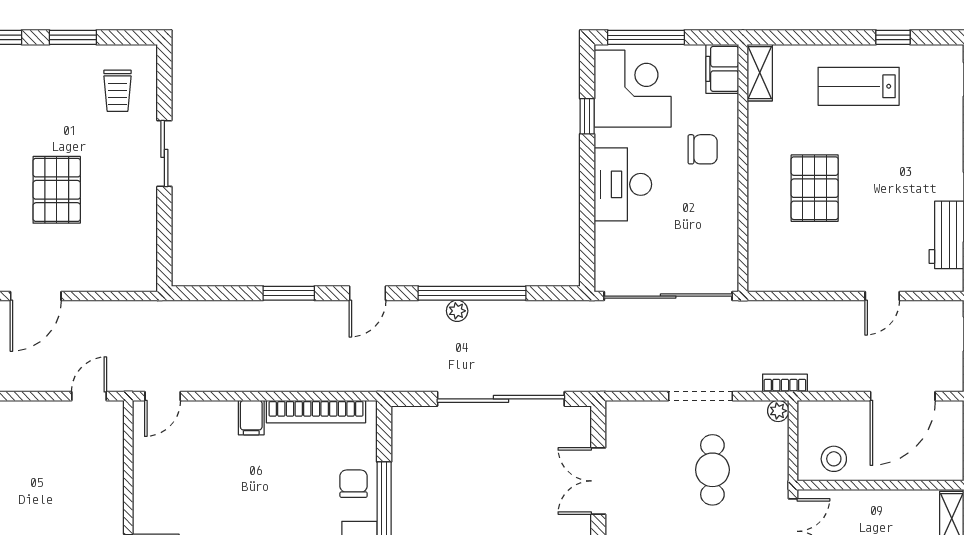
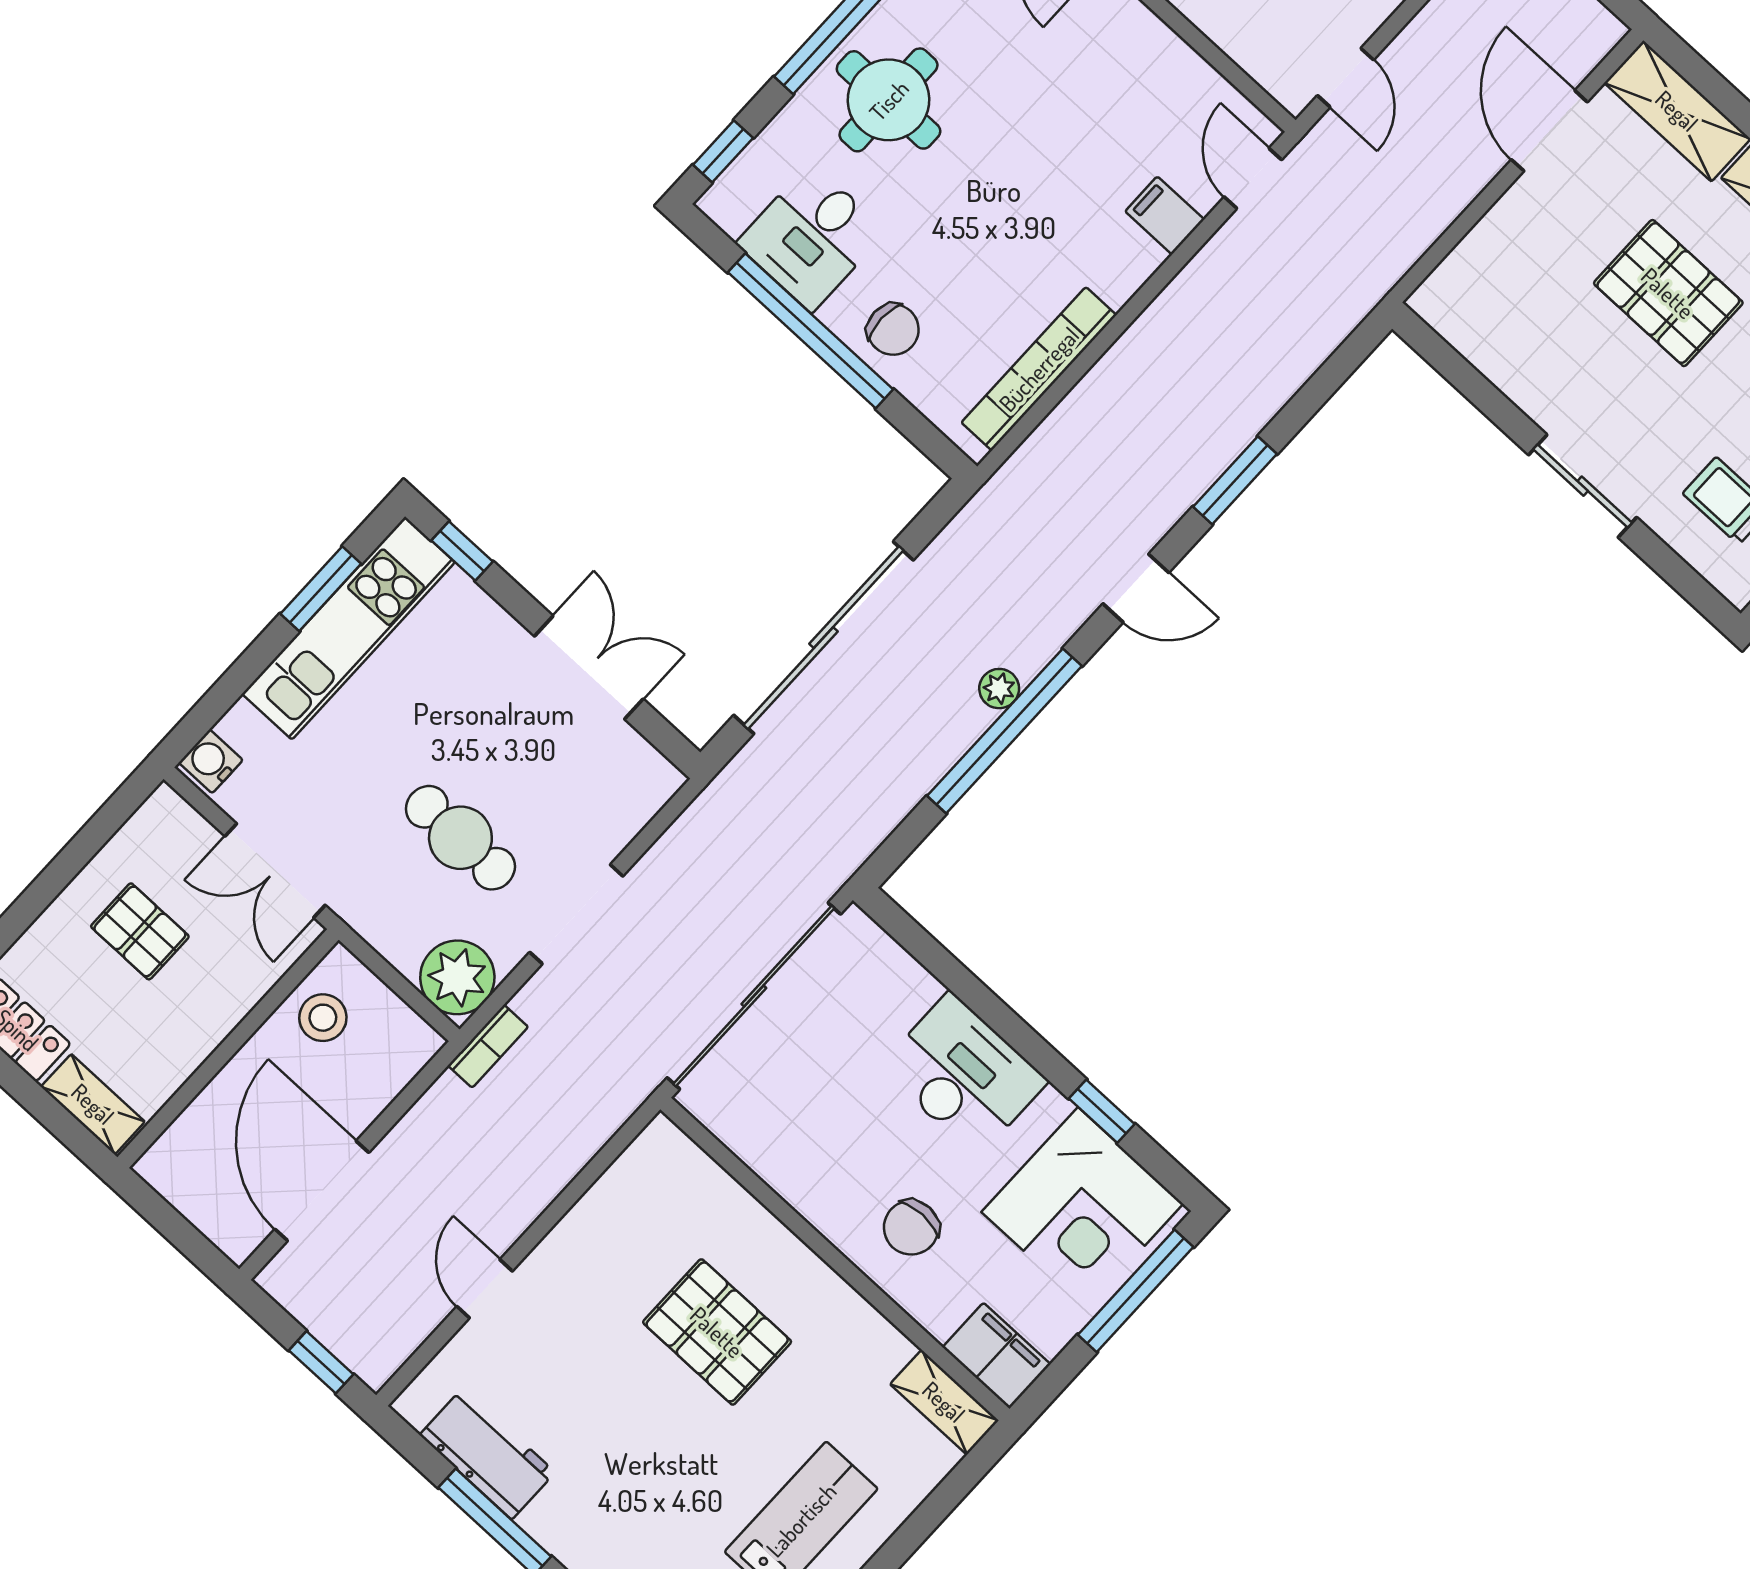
door: (368, 293) -> (1136, 588), swing flipped
plant: (778, 411) -> (457, 977), width x1.88, depth x1.88
filing cabinet: (251, 418) -> (1165, 215), moved

